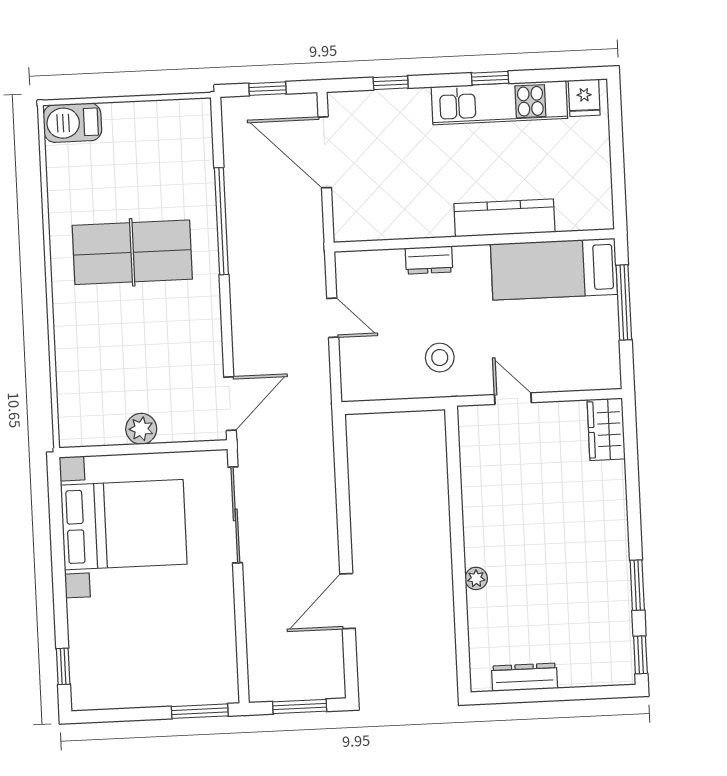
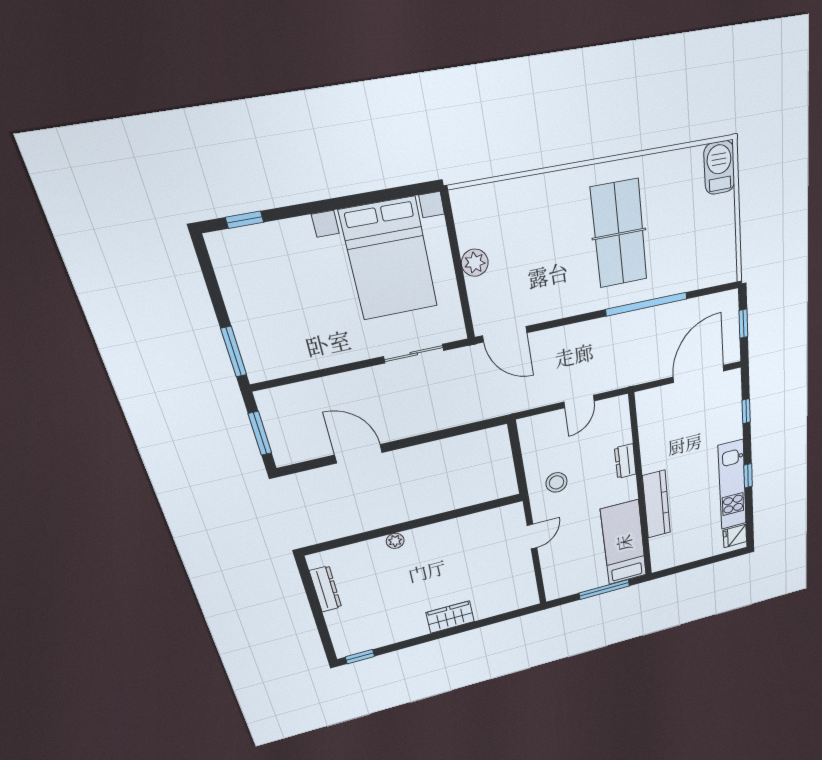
wardrobe: (606, 429) -> (450, 617), moved
sliding door: (235, 515) -> (414, 354), width x0.73
window: (637, 585) -> (410, 643), removed

